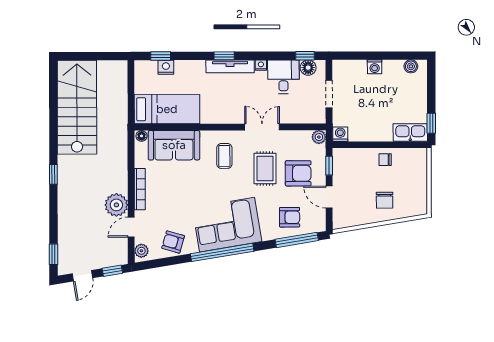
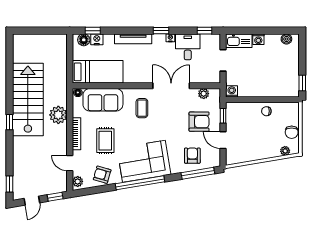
window: (224, 56) -> (161, 31), moved
tv unit: (230, 66) -> (133, 39), moved
floor lamp: (308, 68) -> (84, 40), moved
stairs: (77, 107) -> (28, 99), moved
double door: (262, 127) -> (171, 86), width x1.37
kitchen sink: (410, 132) -> (239, 41), moved, turned 180
plant: (319, 137) -> (204, 94), moved
rug: (265, 168) -> (105, 141), moved
chair: (385, 200) -> (292, 132), moved
plant: (116, 205) -> (58, 115), moved
plant: (409, 211) -> (285, 151), added
armchair: (290, 217) -> (192, 156), turned -90
door: (131, 227) -> (70, 163), hinge flipped

